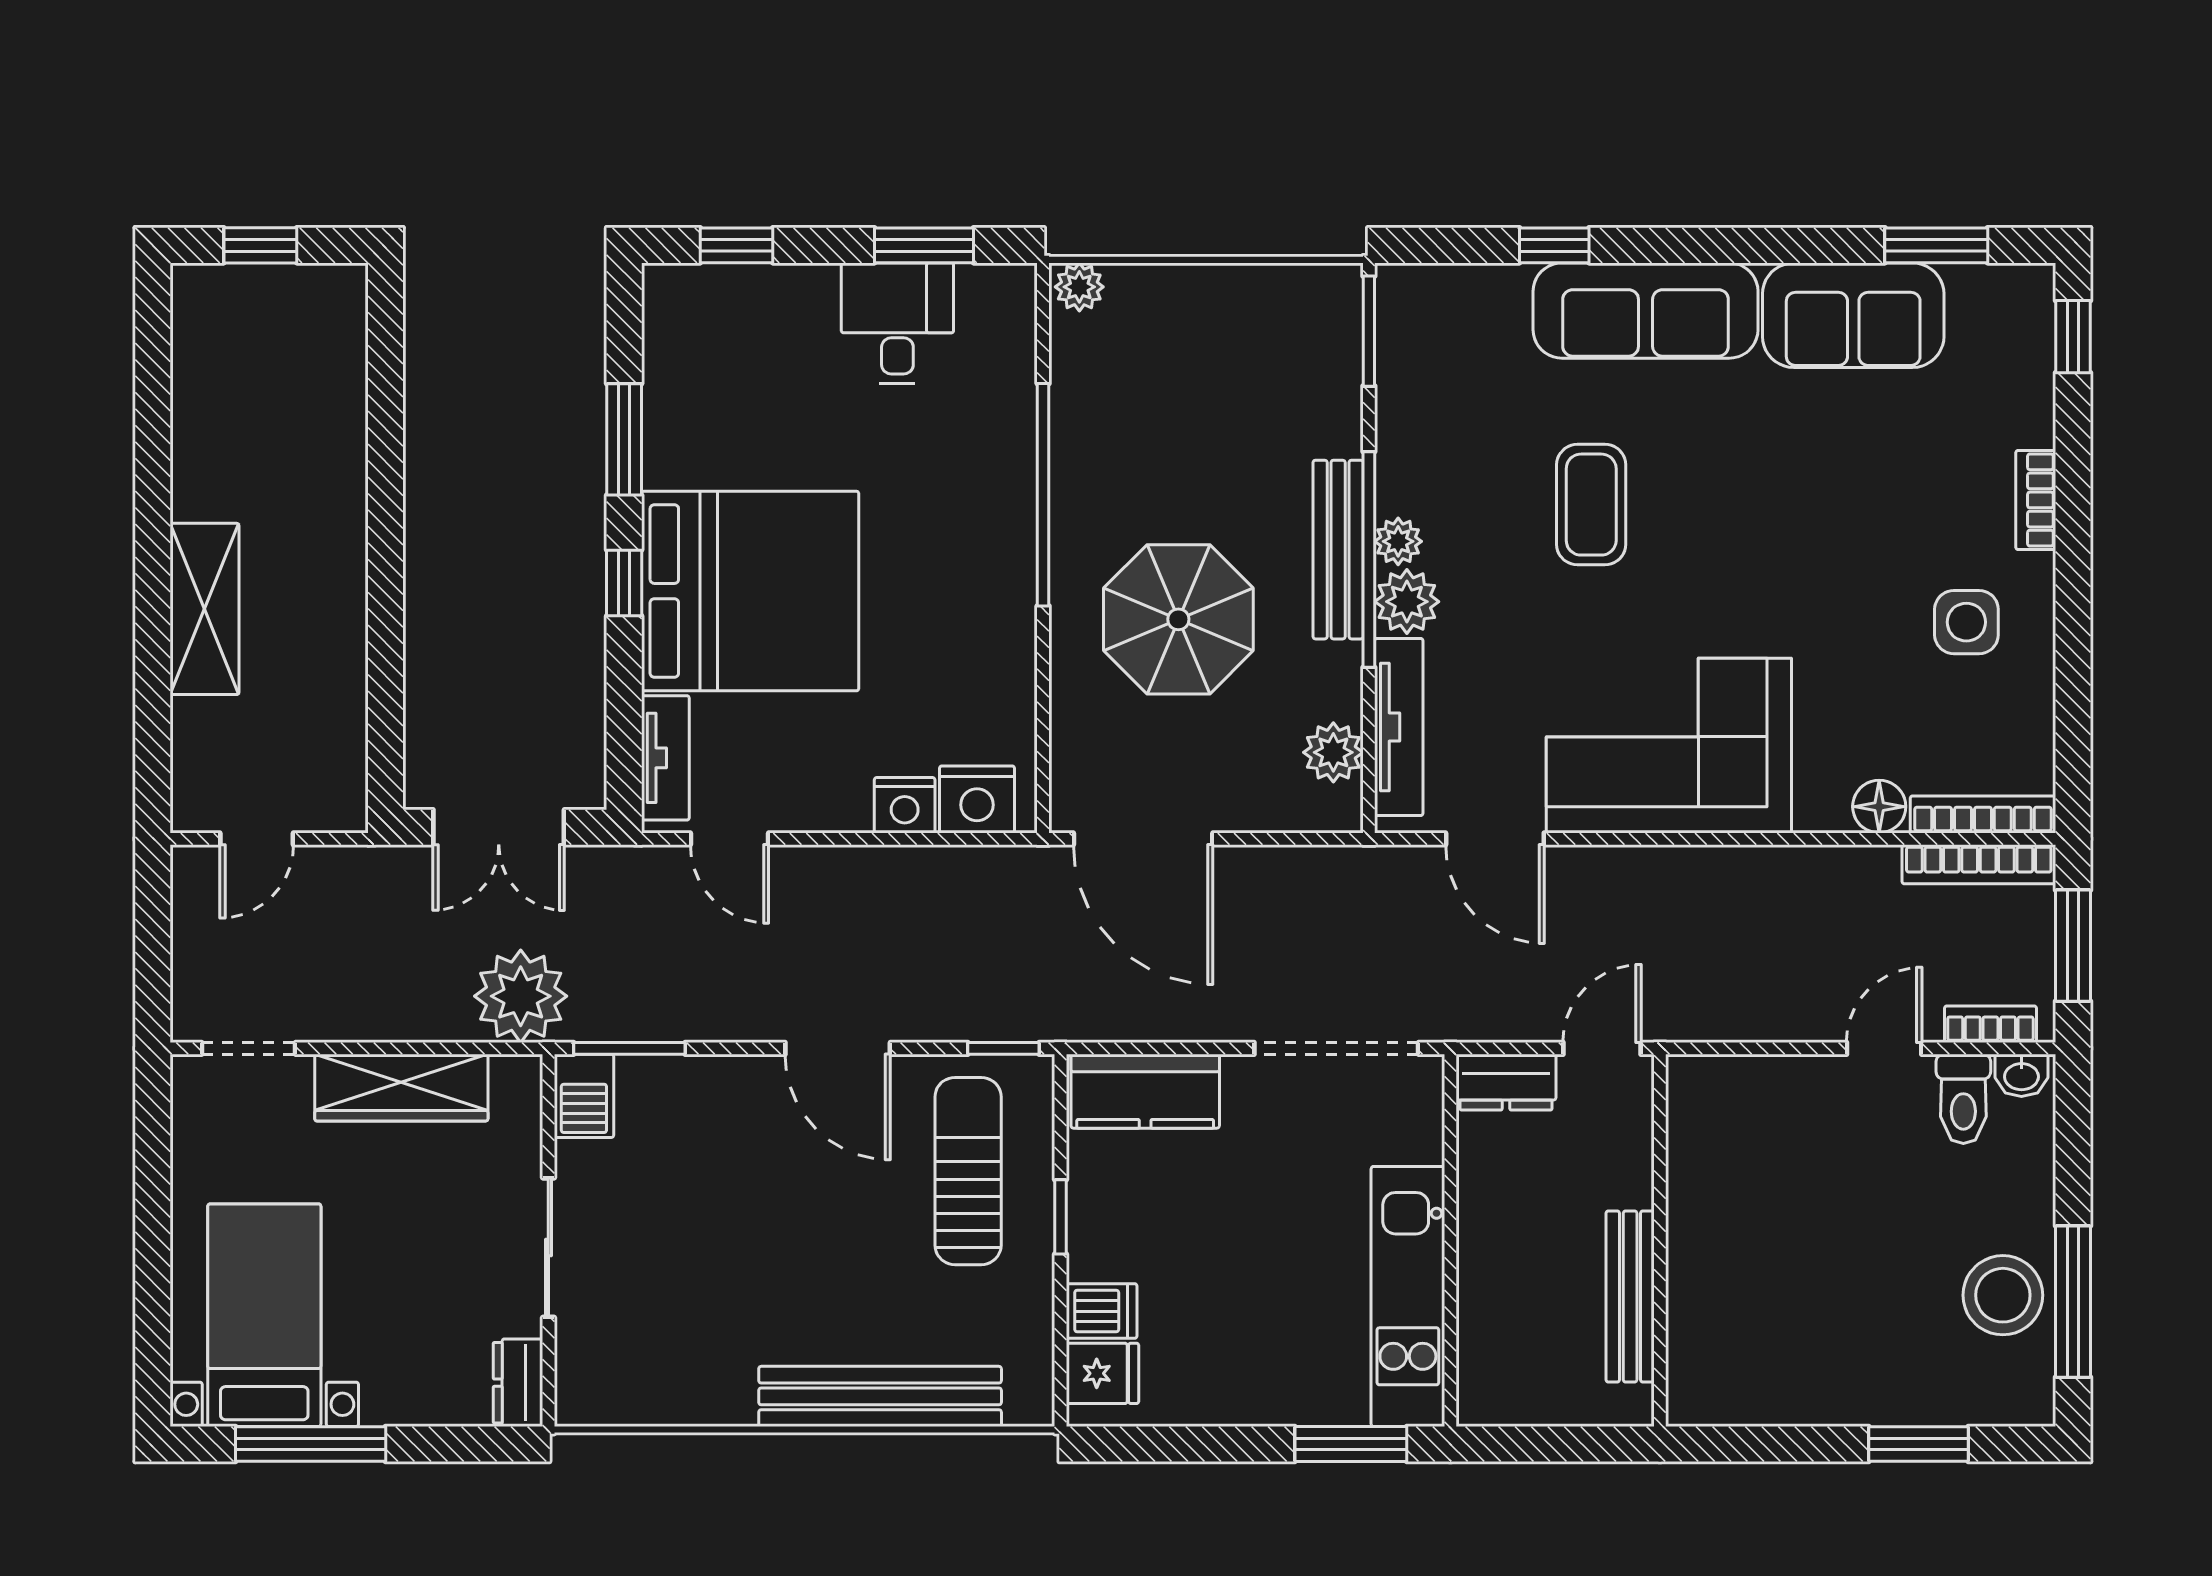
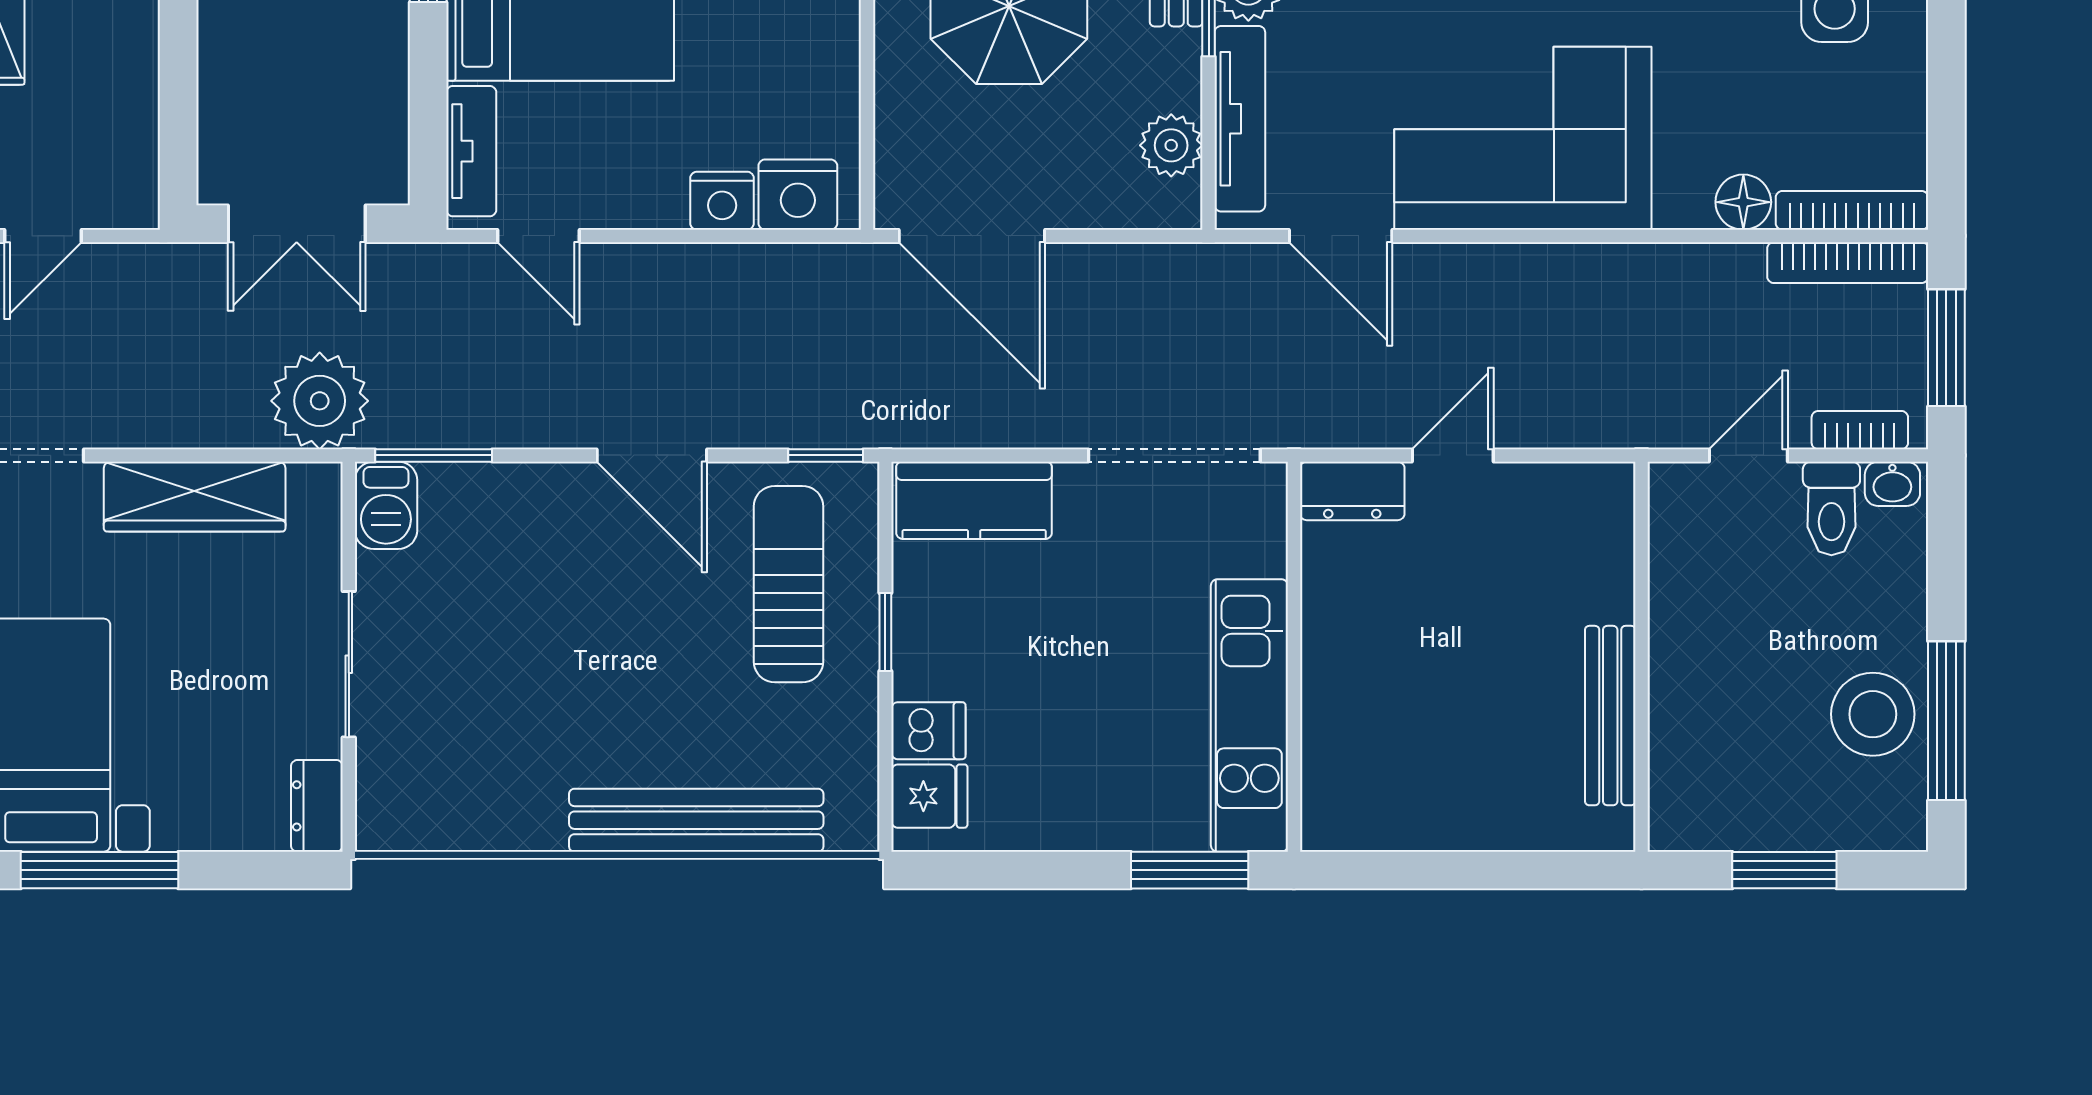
wall: (1660, 1240) -> (1641, 657), moved
bench: (1630, 1297) -> (1610, 716), moved

